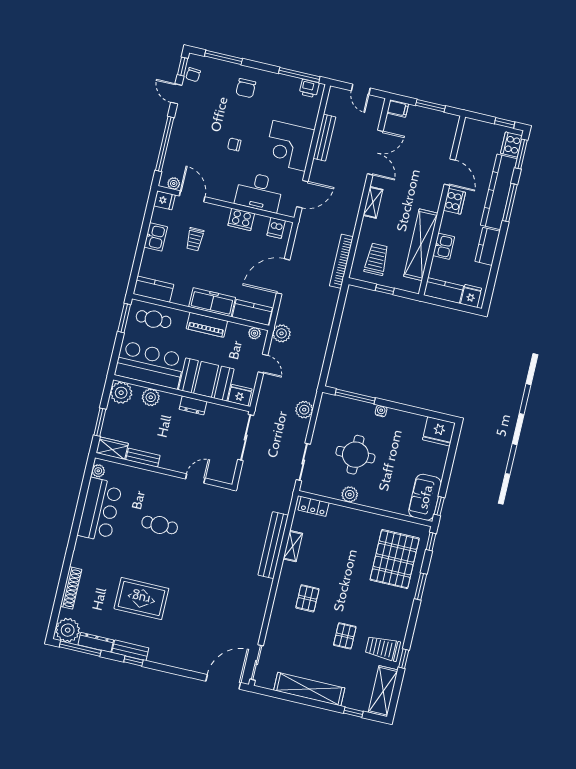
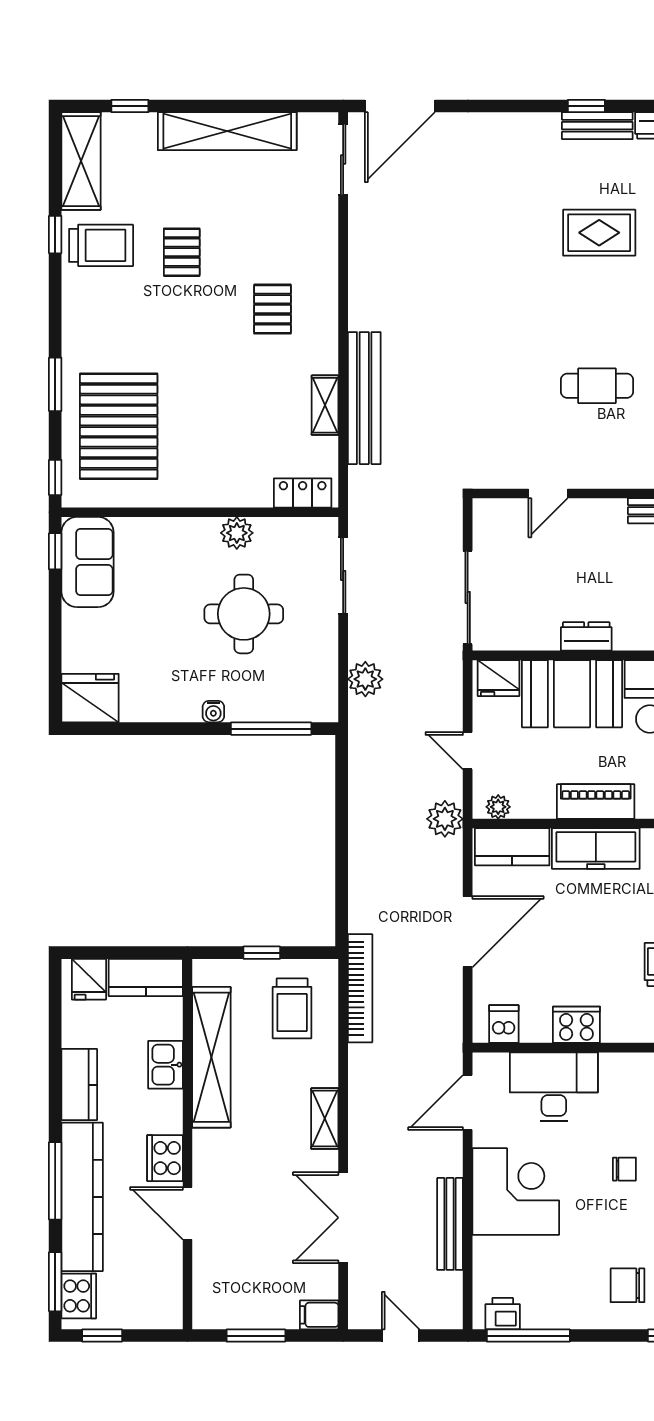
chair: (246, 88) -> (628, 1285), turned -90
rug: (141, 599) -> (599, 233), width x0.73, depth x0.70

